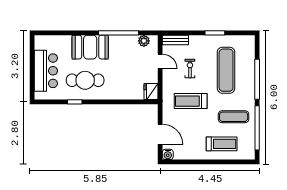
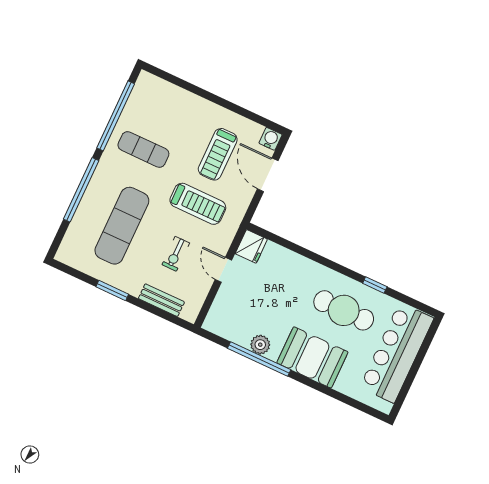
bench: (175, 40) -> (161, 300), moved
plant: (144, 41) -> (260, 345), moved
door: (160, 61) -> (223, 270), moved
bar counter: (46, 71) -> (397, 353), width x1.36
treadmill: (222, 144) -> (218, 154), moved, turned -90

